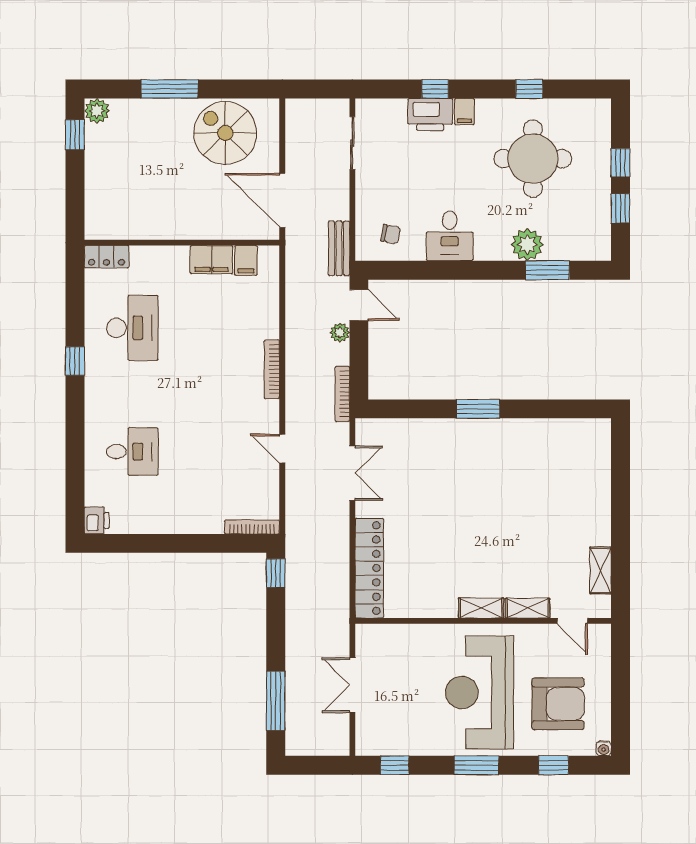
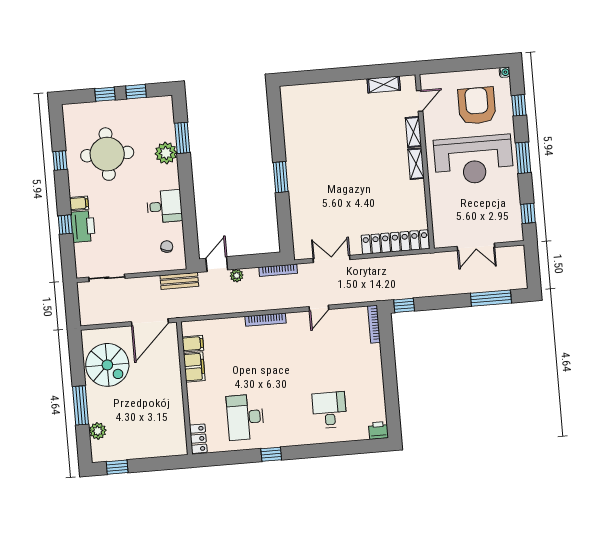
plant: (97, 111) -> (98, 431), moved
spiral stairs: (225, 133) -> (107, 365), turned -90
desk: (132, 328) -> (245, 417), turned -90

